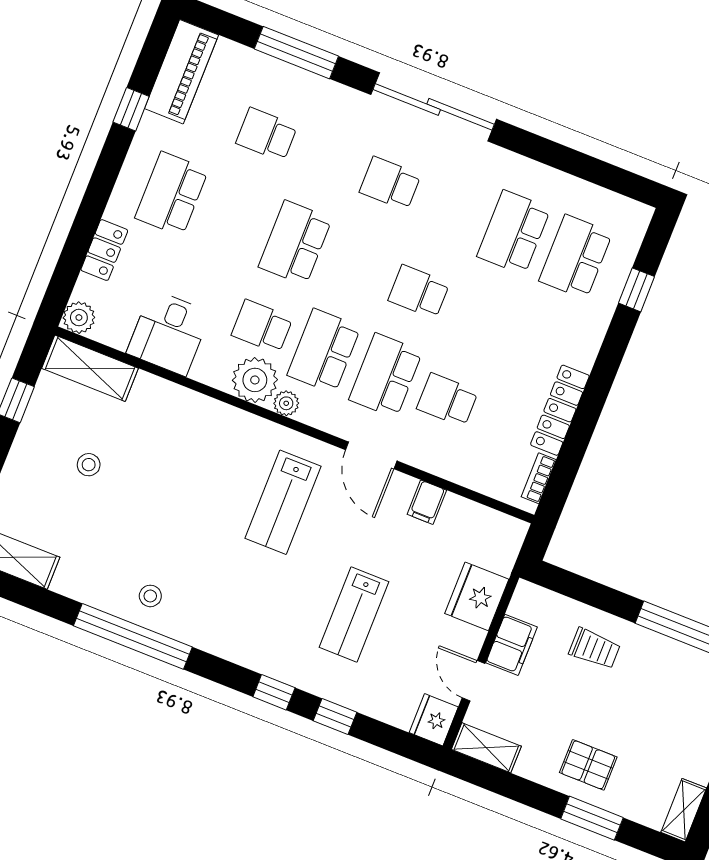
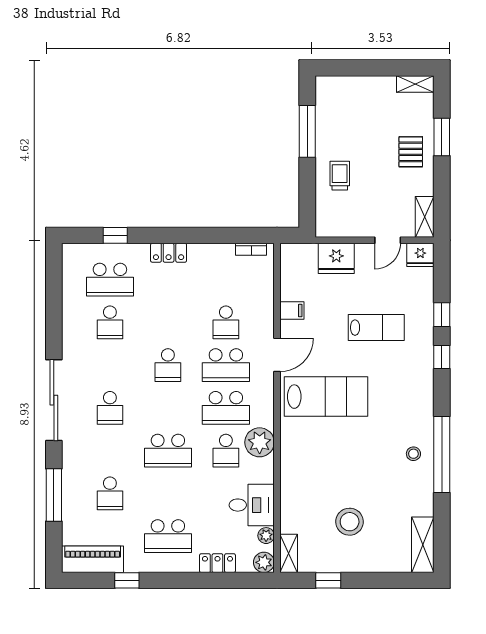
school desk: (514, 232) -> (110, 322), width x0.54
shelving: (90, 368) -> (289, 553), width x0.67, depth x0.75
plant: (286, 403) -> (266, 536), moved
locker: (560, 410) -> (169, 253), moved, width x0.66
stool: (89, 465) -> (350, 522), width x1.89, depth x1.89
lab bench: (283, 502) -> (326, 397), width x1.36, depth x1.39
filing cabinet: (511, 645) -> (357, 226), removed

